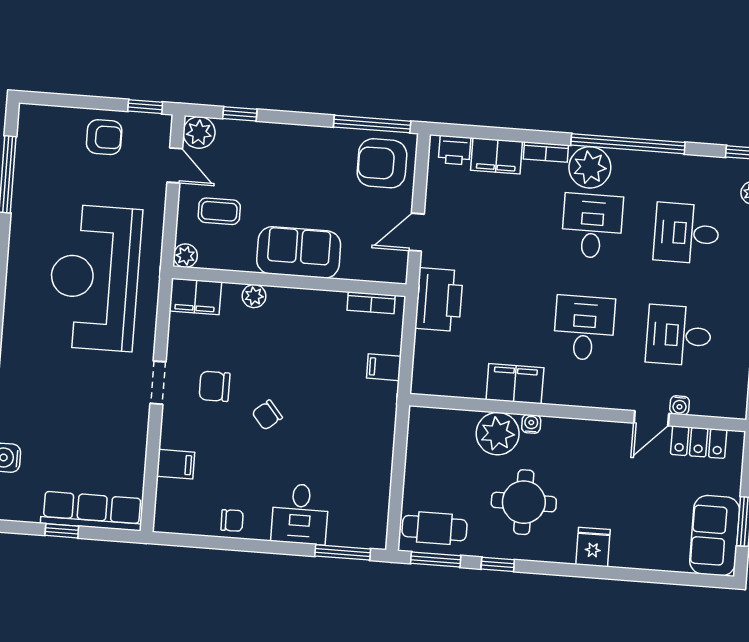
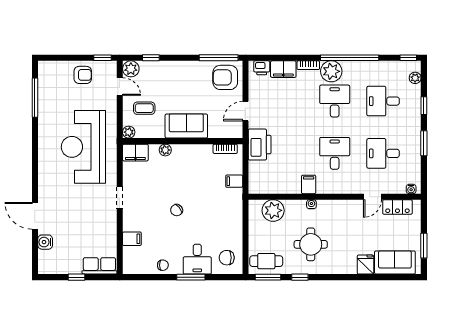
filing cabinet: (515, 384) -> (309, 184), width x0.50
chair: (215, 386) -> (227, 258), moved
water cooler: (680, 405) -> (411, 189), moved
plant: (498, 434) -> (273, 210), moved
row of seats: (92, 511) -> (99, 266), width x0.68
sofa: (715, 536) -> (395, 262), moved, turned 90
fridge: (593, 547) -> (365, 265), moved
window: (343, 552) -> (191, 277), moved

